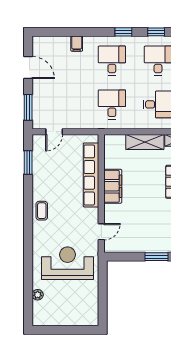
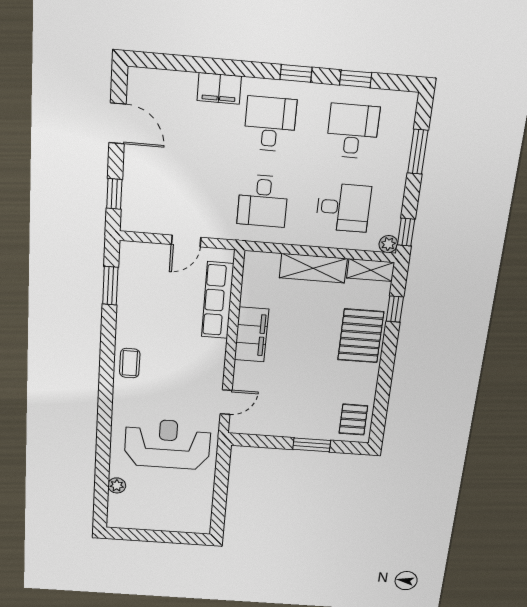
filing cabinet: (77, 44) -> (219, 88), width x2.00
desk: (112, 104) -> (263, 201), turned 180
window: (28, 107) -> (114, 194), width x0.67
door: (54, 132) -> (186, 241), moved
row of seats: (91, 175) -> (218, 300), width x0.73

